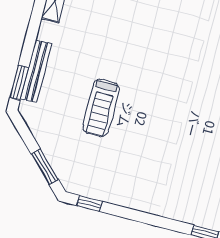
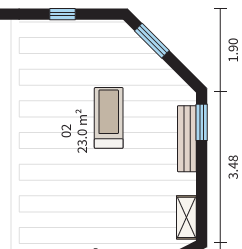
window: (89, 203) -> (62, 14), moved

